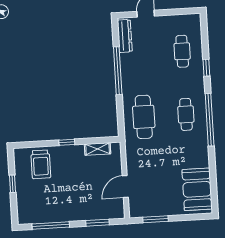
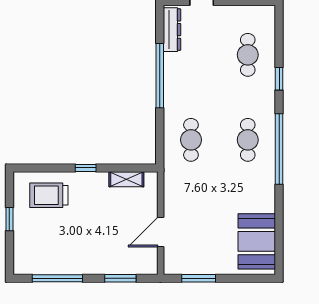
cafe table: (144, 117) -> (191, 140), width x0.73, depth x0.74
trolley: (41, 164) -> (49, 195), turned 90

